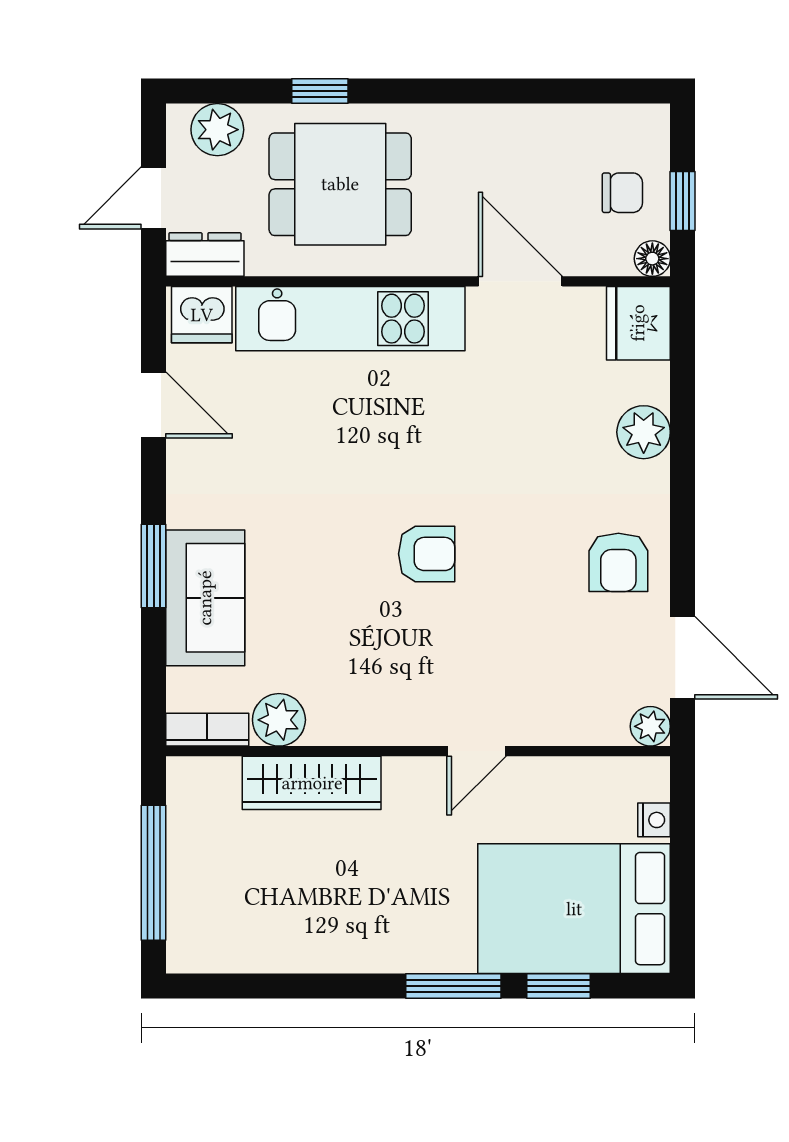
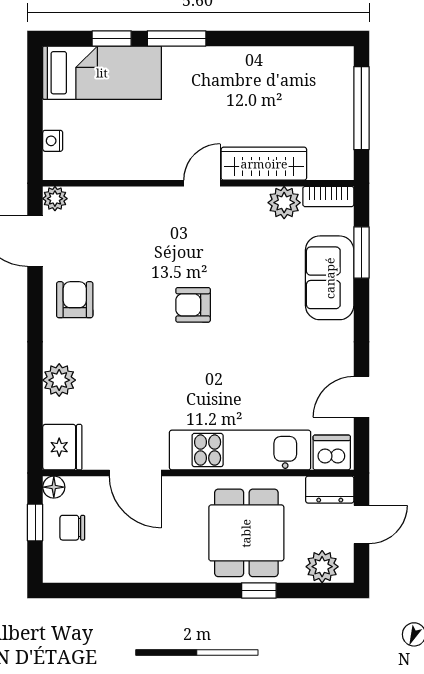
dining table: (340, 184) -> (246, 533), turned 90
door: (154, 405) -> (361, 397), hinge flipped
window: (154, 566) -> (361, 253), moved
door: (477, 751) -> (202, 183), moved
bed: (574, 909) -> (102, 73), width x0.67

